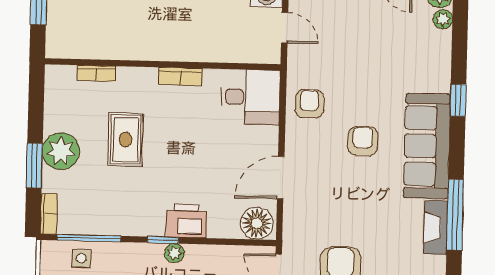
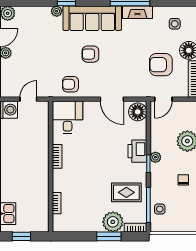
plant: (443, 19) -> (57, 11), moved
rug: (126, 140) -> (126, 192), moved
plant: (61, 151) -> (113, 222), moved

